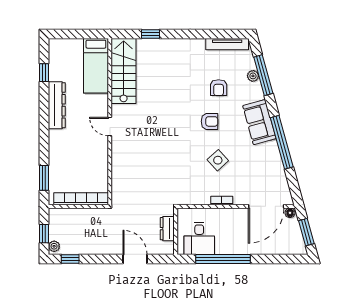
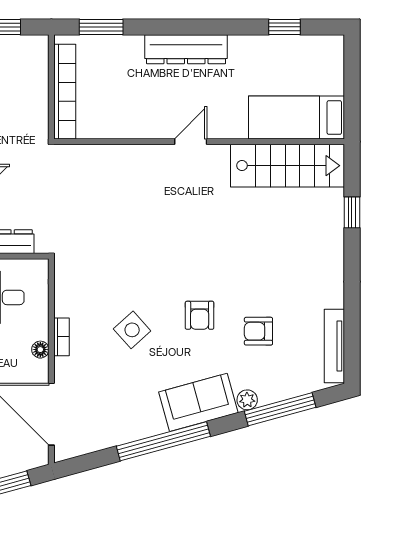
plant: (253, 76) -> (247, 400), moved
dresser: (57, 105) -> (186, 49), moved
floor lamp: (290, 213) -> (40, 350), moved

